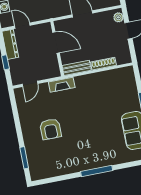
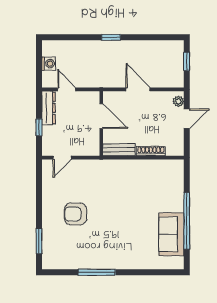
fireplace: (62, 85) -> (98, 166), removed
armchair: (51, 129) -> (76, 214), turned 90
window: (97, 171) -> (97, 272), moved

